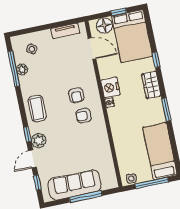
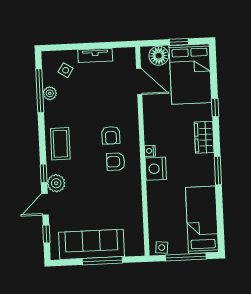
tv unit: (65, 31) -> (95, 55), moved
nightstand: (110, 88) -> (156, 169), moved

